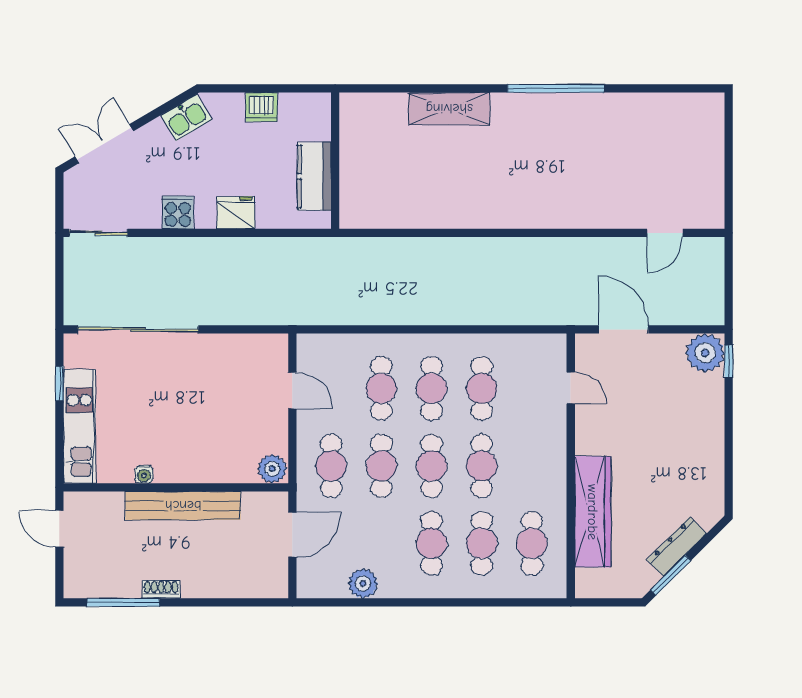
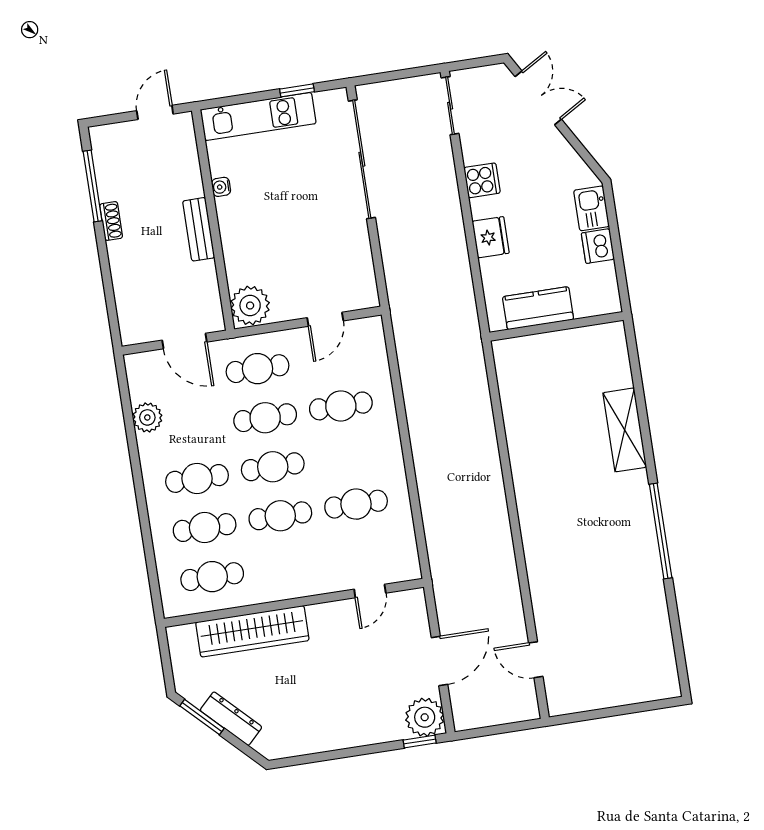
kitchen sink: (186, 118) -> (591, 208), moved, turned 31
door: (624, 329) -> (440, 661), moved
cafe table: (432, 388) -> (348, 455), removed
plant: (272, 469) -> (250, 305), width x1.36, depth x1.36
bench: (183, 506) -> (199, 229), width x0.54, depth x0.82

